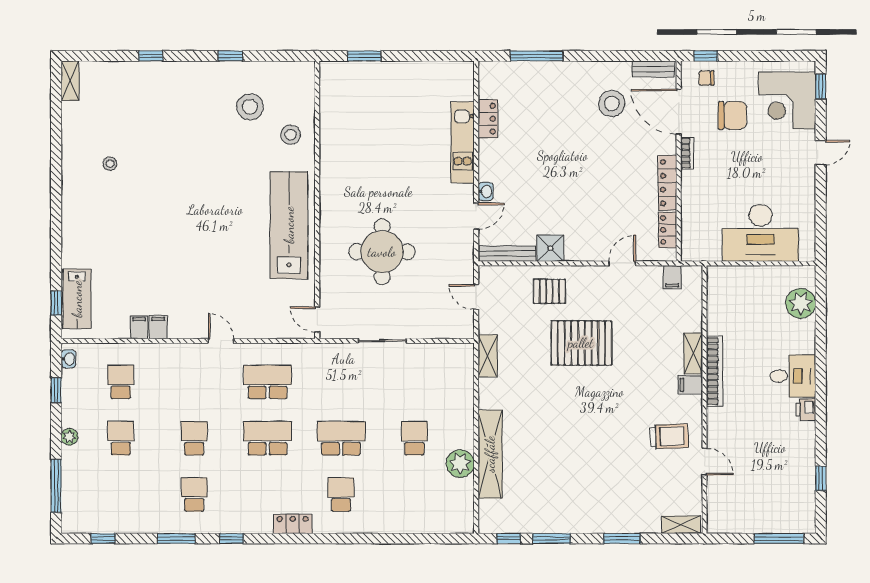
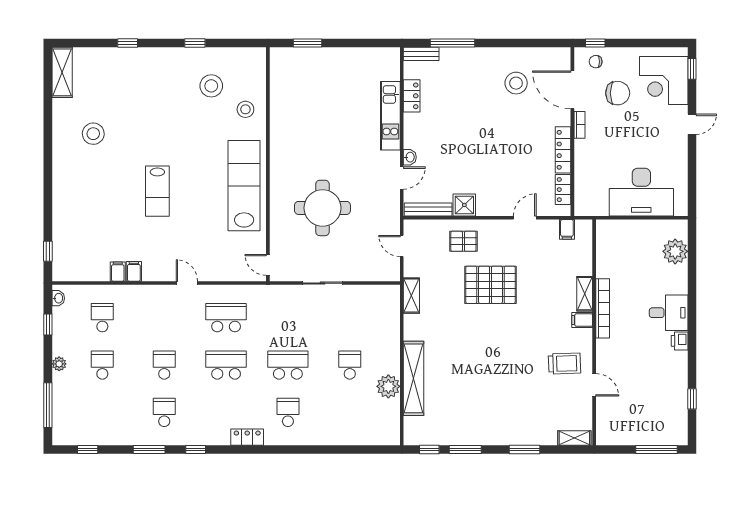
bench: (653, 69) -> (421, 54), moved
shelving: (70, 81) -> (62, 72), width x1.50, depth x1.33
stool: (110, 164) -> (93, 134), width x1.89, depth x1.89
lab bench: (77, 299) -> (157, 191), moved

